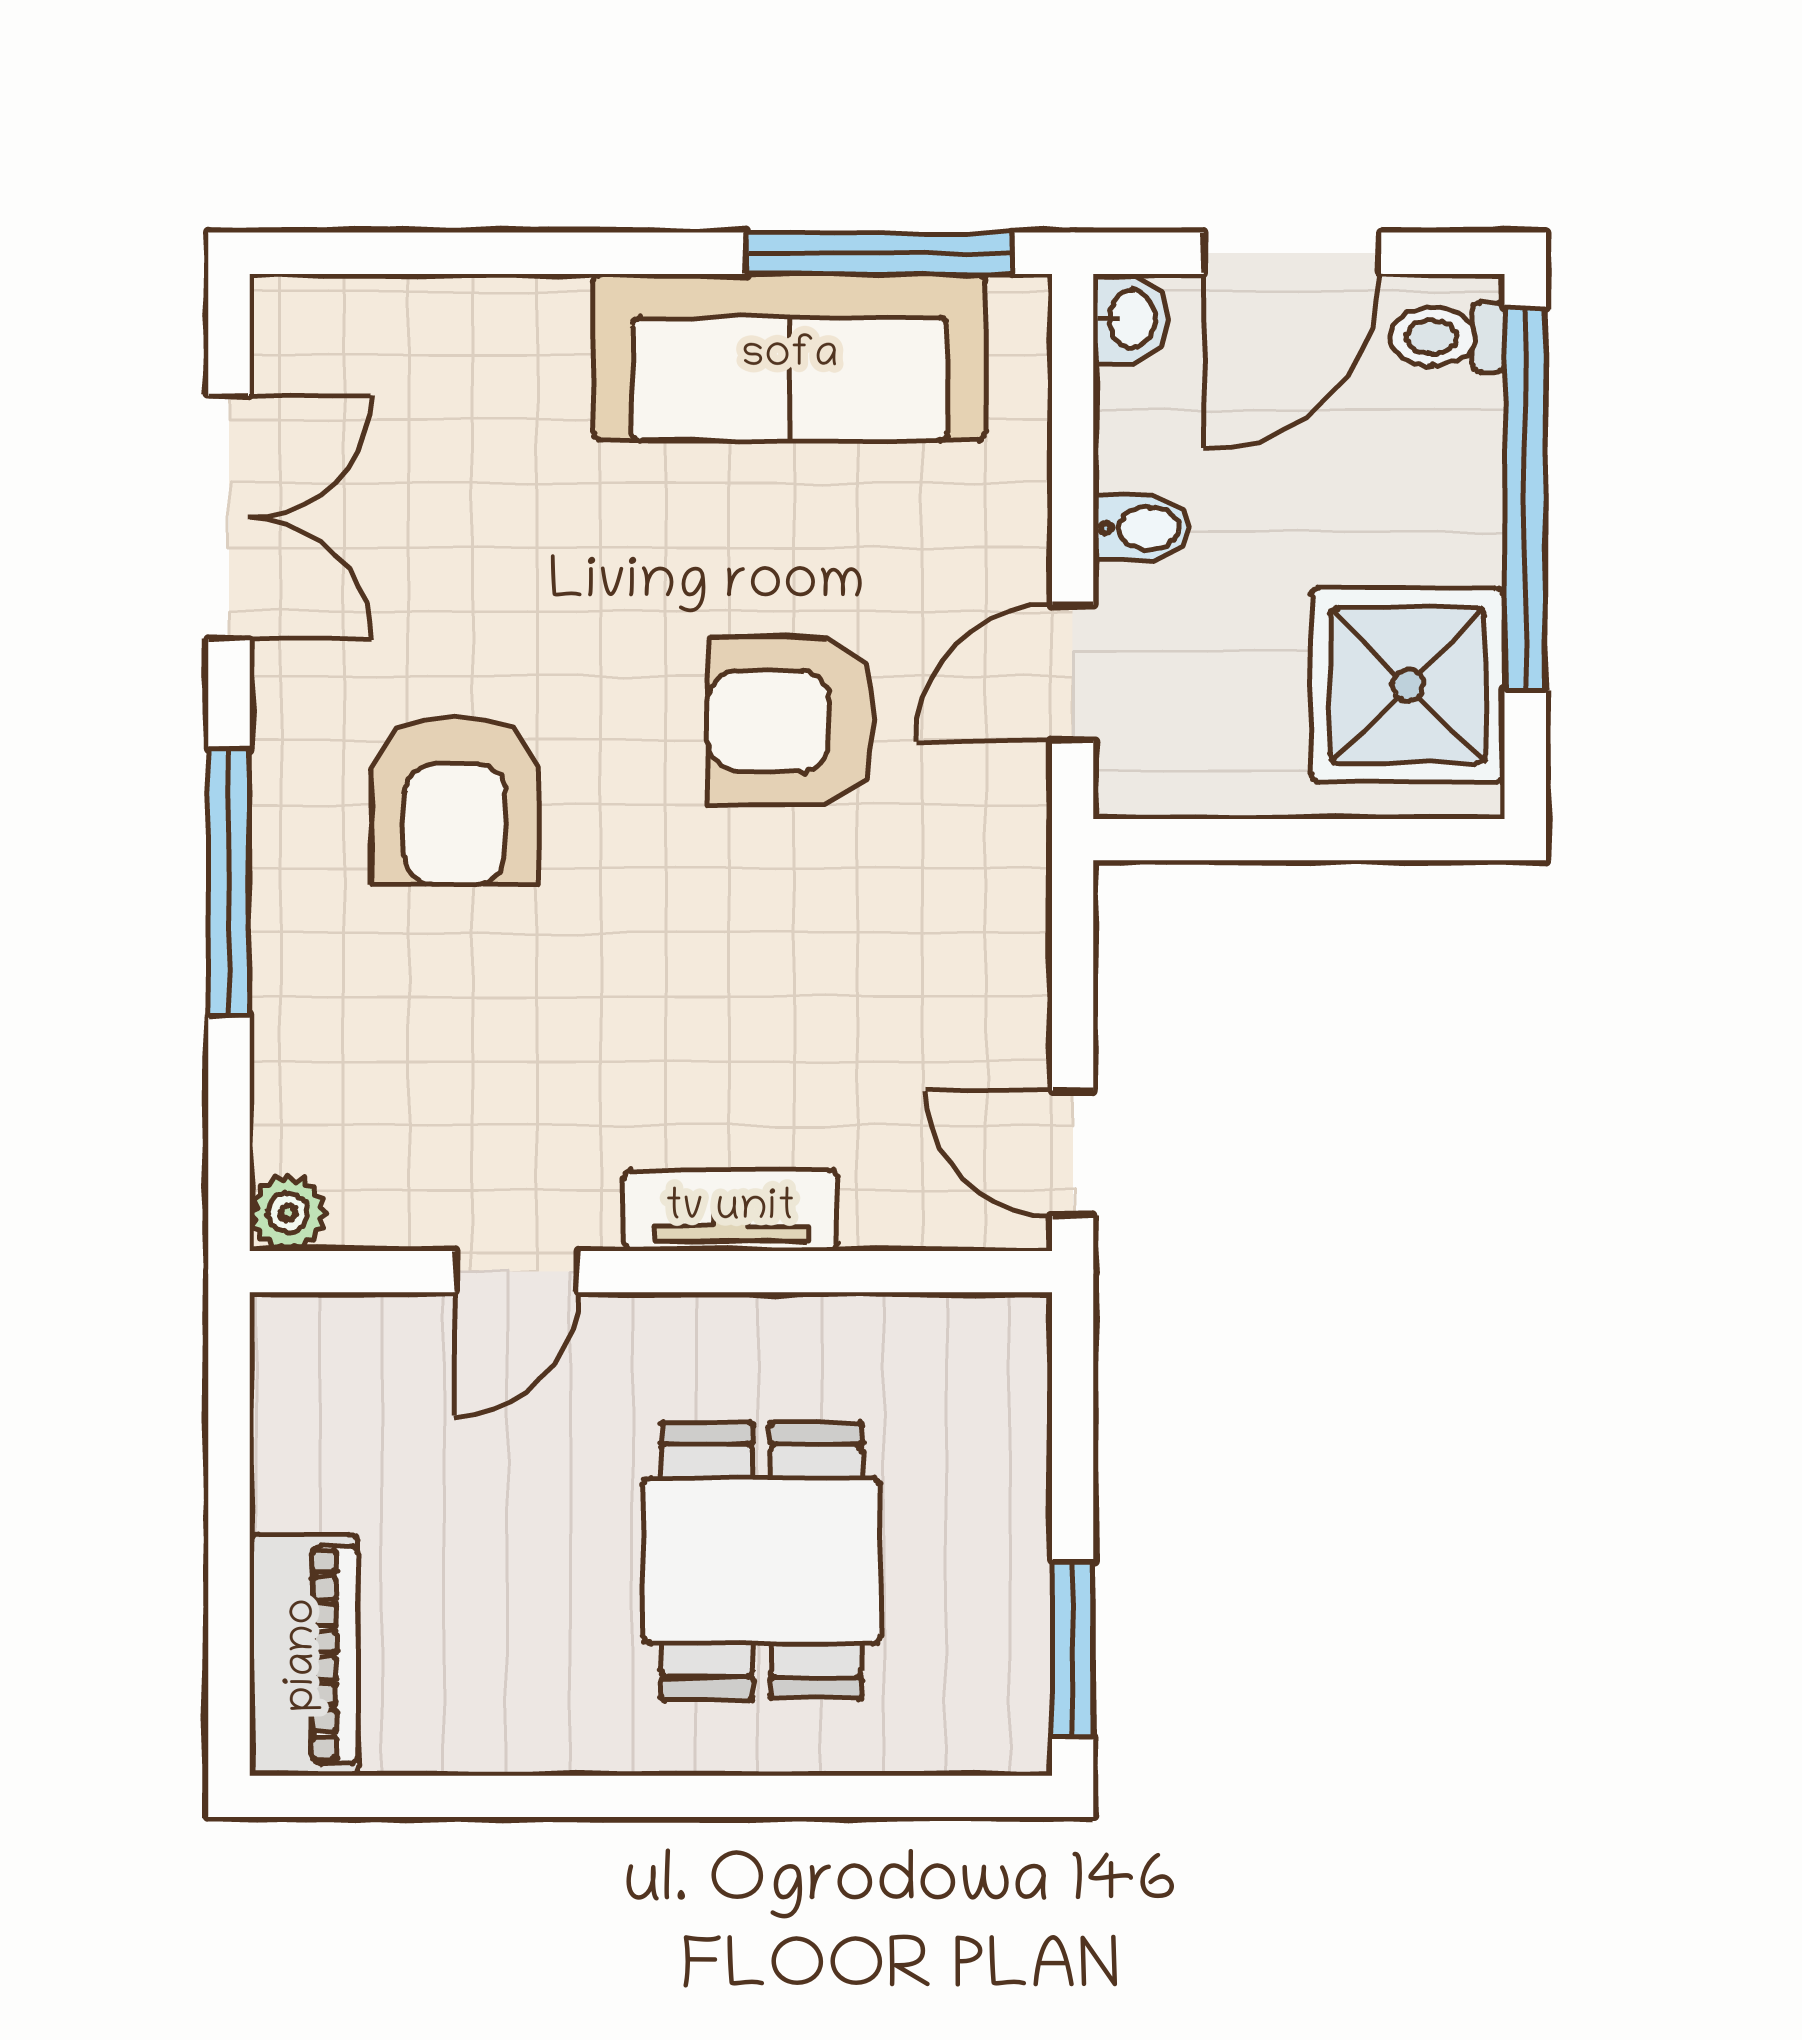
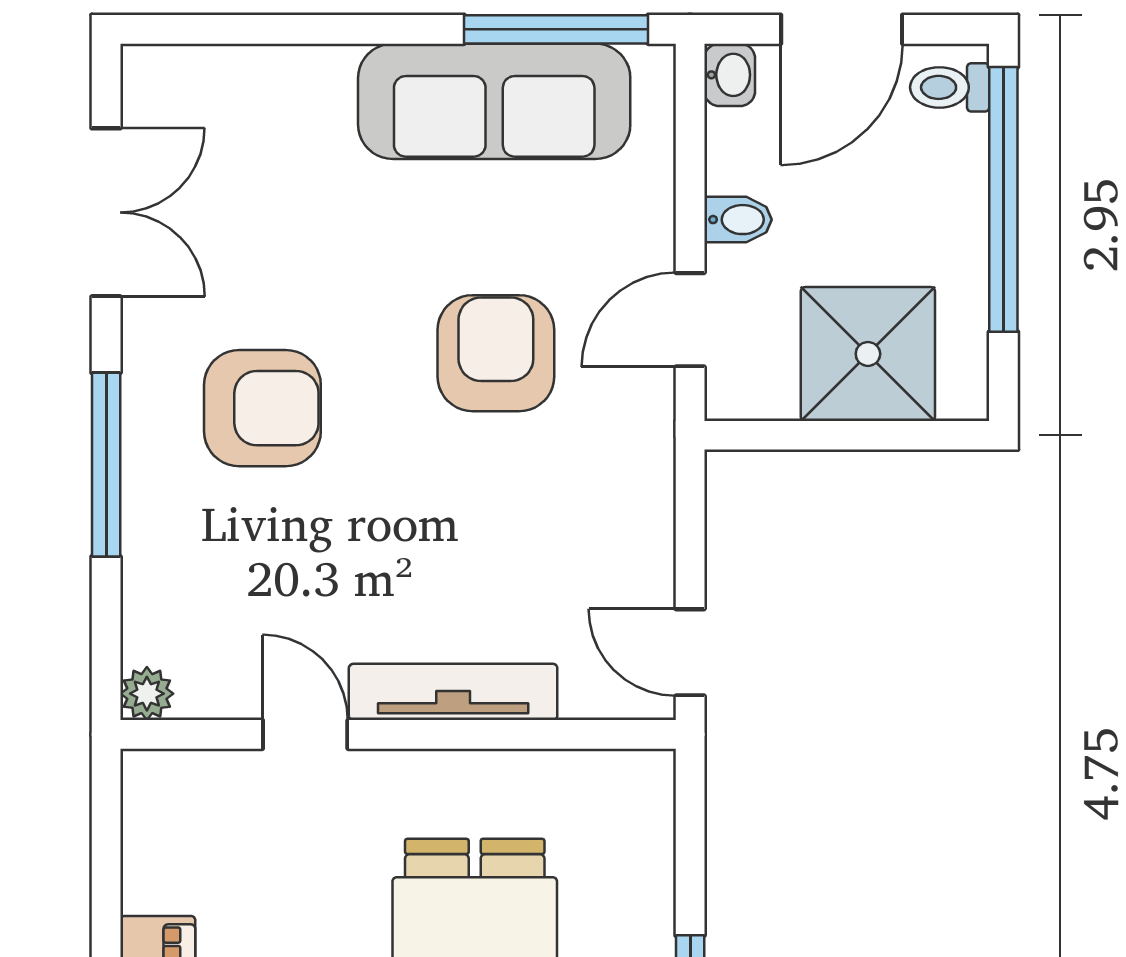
shower: (1408, 685) -> (868, 354), moved
armchair: (792, 721) -> (496, 353), turned 90
armchair: (455, 800) -> (262, 408), turned -90
tv unit: (730, 1210) -> (453, 692), width x1.41
door: (517, 1272) -> (305, 734), swing flipped

